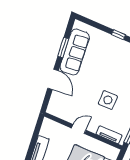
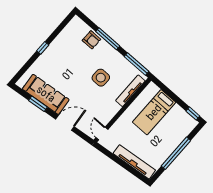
door: (79, 129) -> (102, 134), moved
tv unit: (109, 135) -> (130, 91), width x1.41

